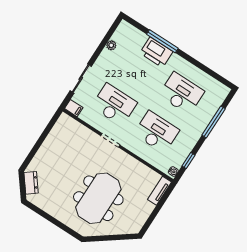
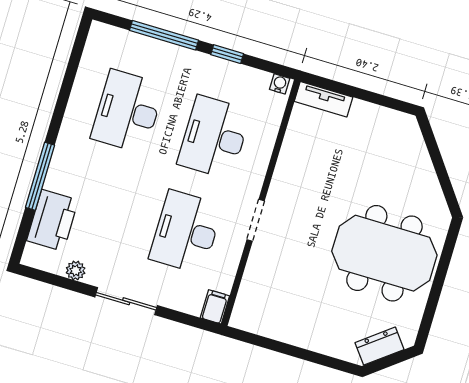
printer: (156, 52) -> (52, 220), moved
sliding door: (81, 79) -> (126, 301), moved
window: (189, 161) -> (227, 54), moved
meeting table: (98, 198) -> (384, 253), moved

